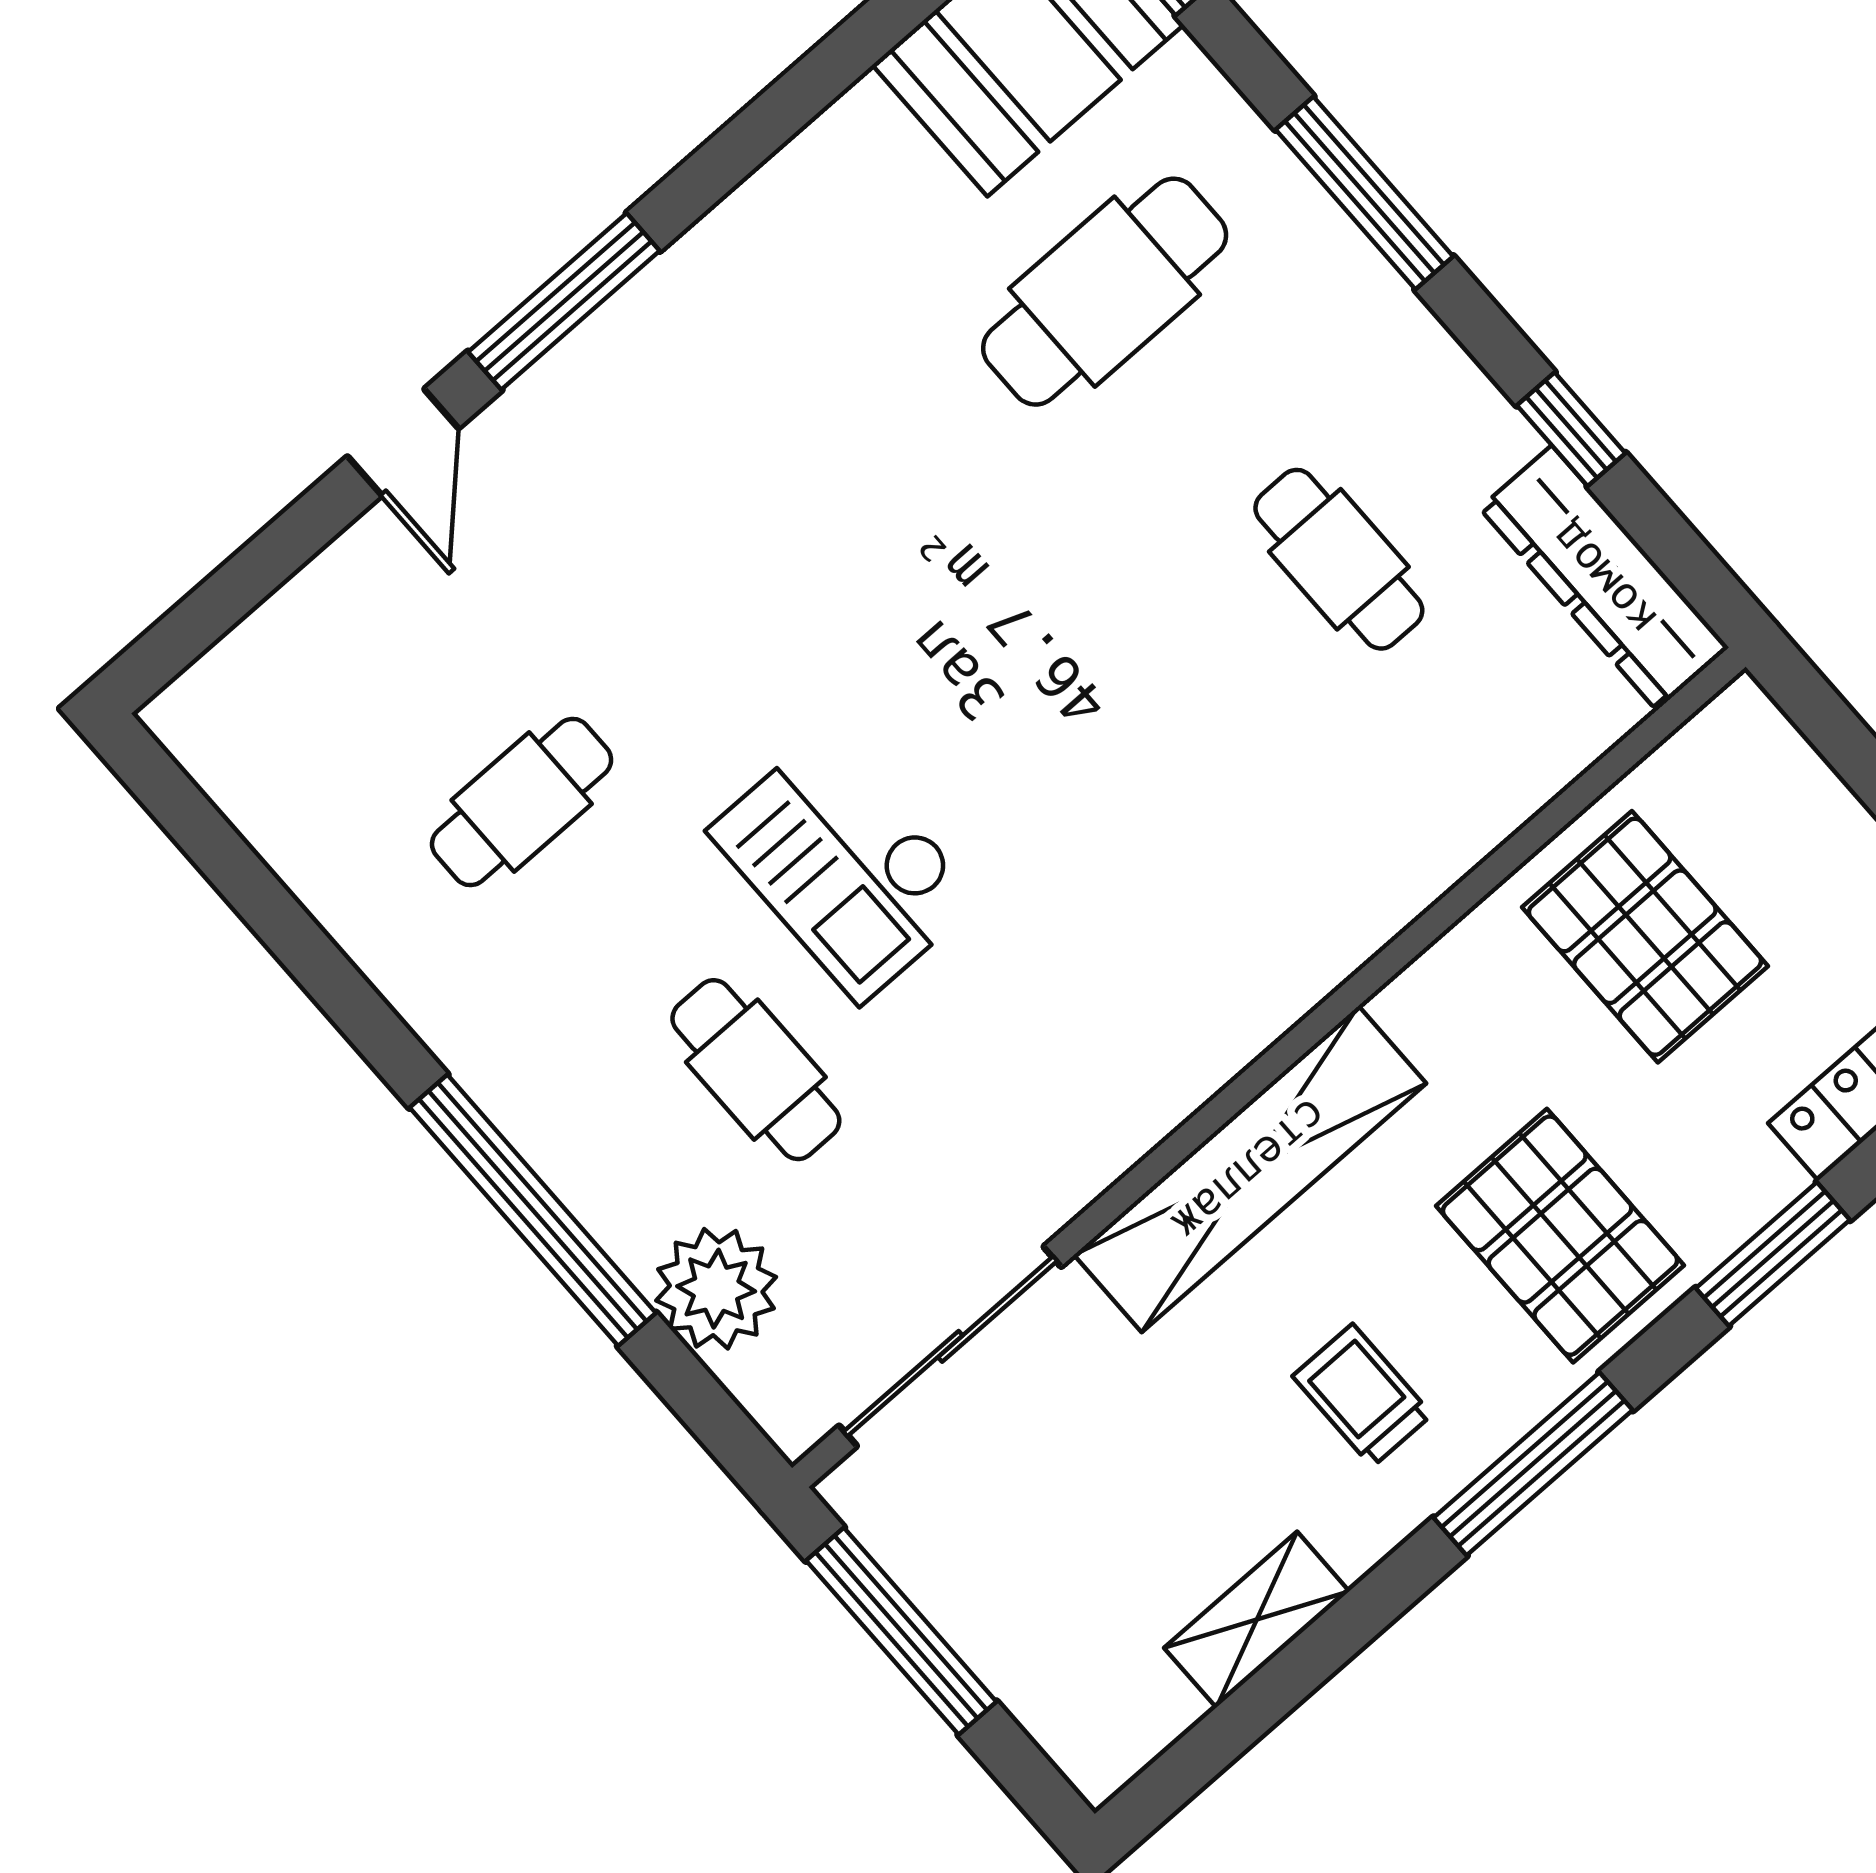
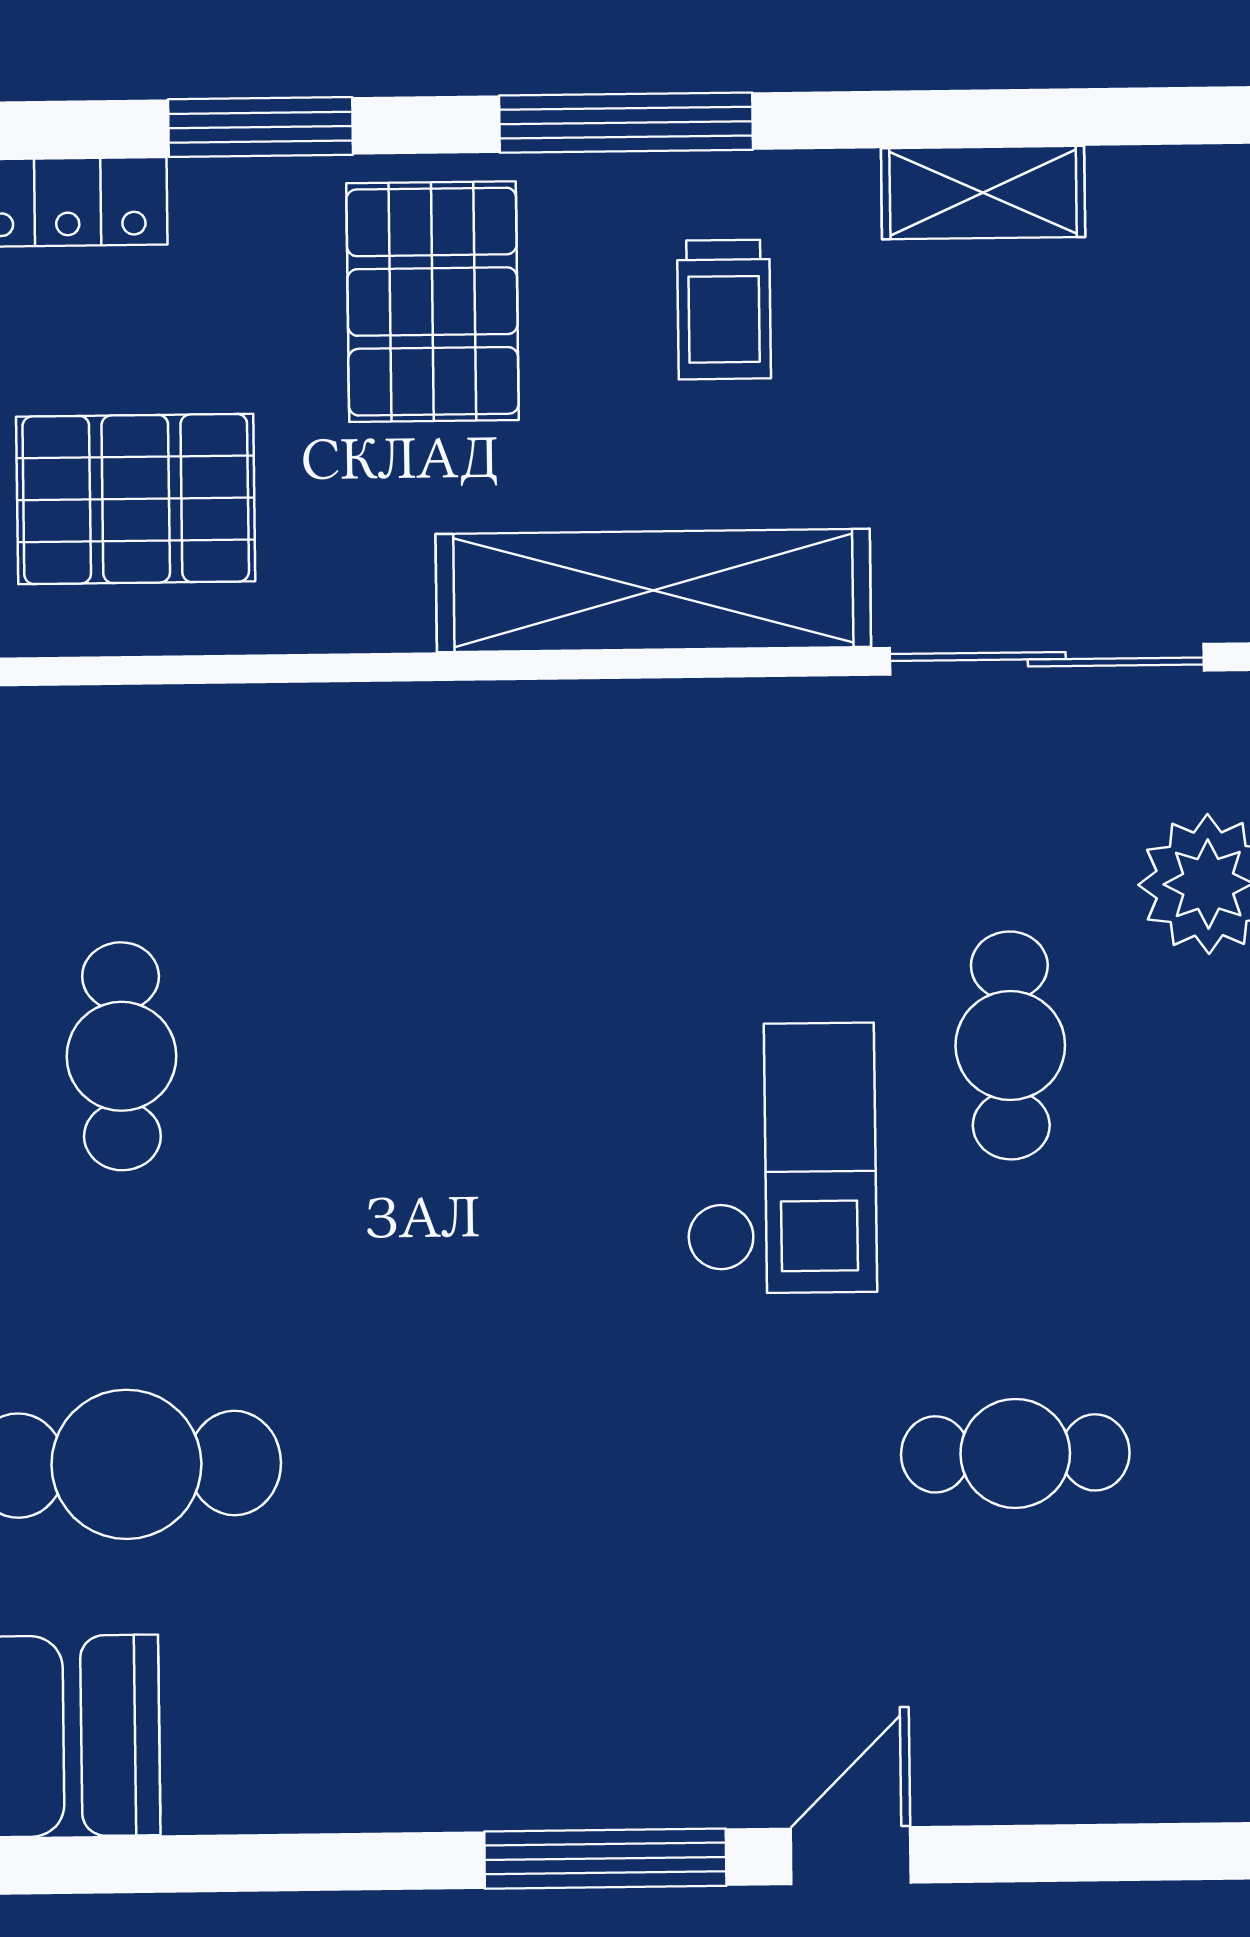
pallet: (1645, 937) -> (136, 499), turned 90

